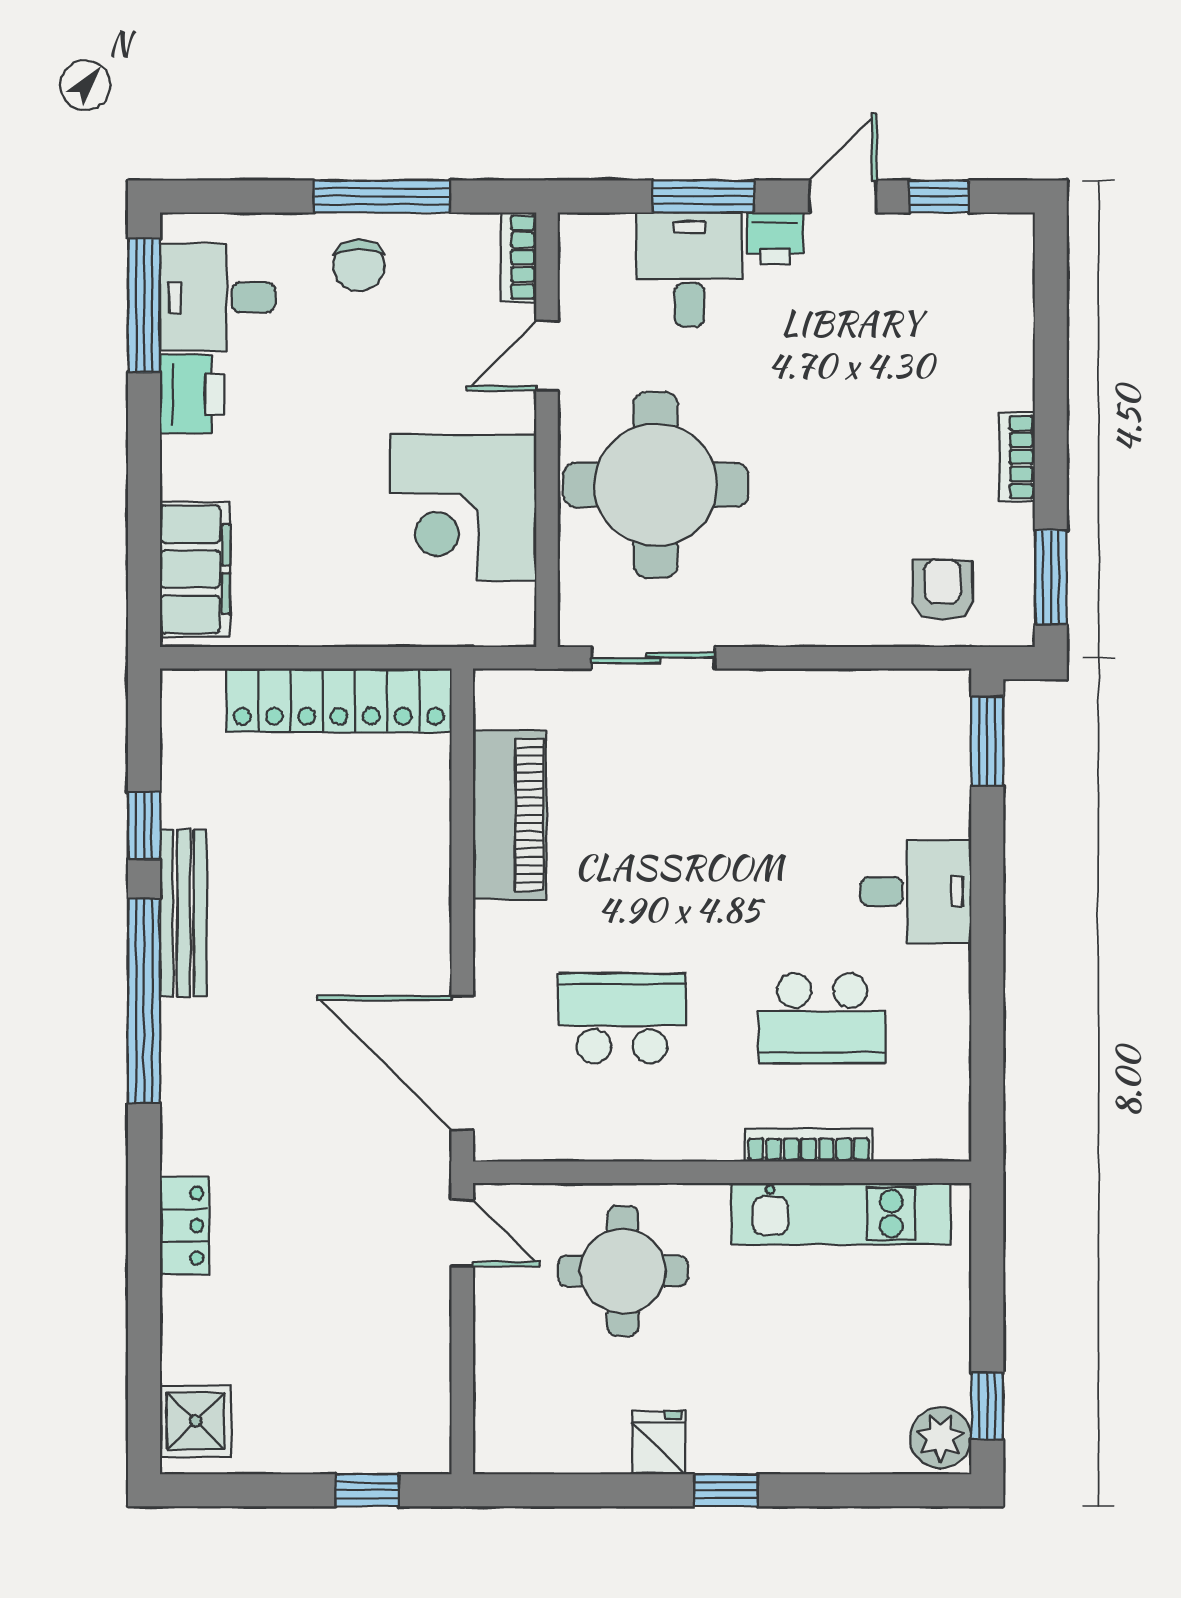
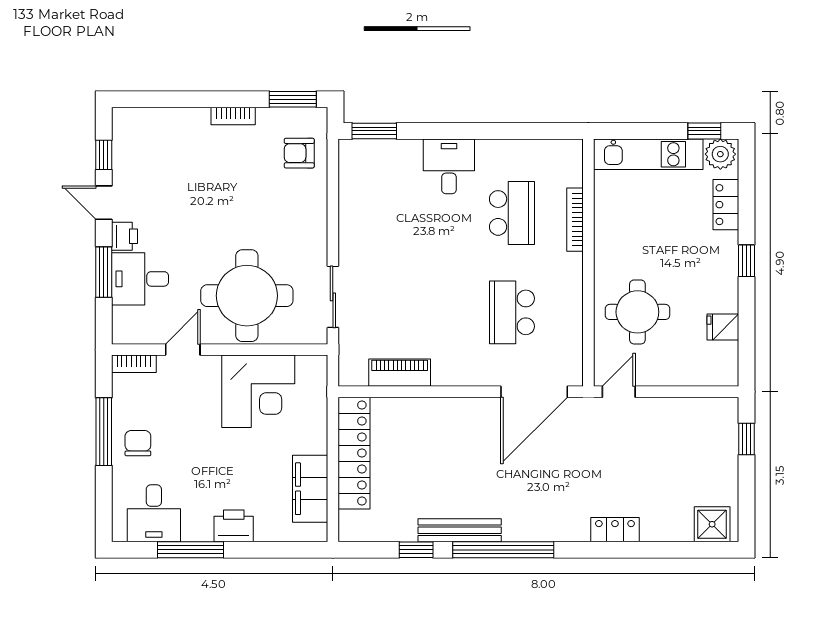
chair: (359, 265) -> (138, 443), turned -90
window: (144, 305) -> (191, 550), moved
door: (547, 356) -> (183, 350), swing flipped
printer: (192, 394) -> (234, 526), moved
filing cabinet: (195, 569) -> (310, 489), moved, turned -90
piano: (510, 815) -> (400, 373), width x0.73, depth x0.75
kitchen unit: (841, 1214) -> (648, 154), moved, turned 90
fridge: (659, 1443) -> (723, 327), moved
locker: (839, 1449) -> (726, 205), added

